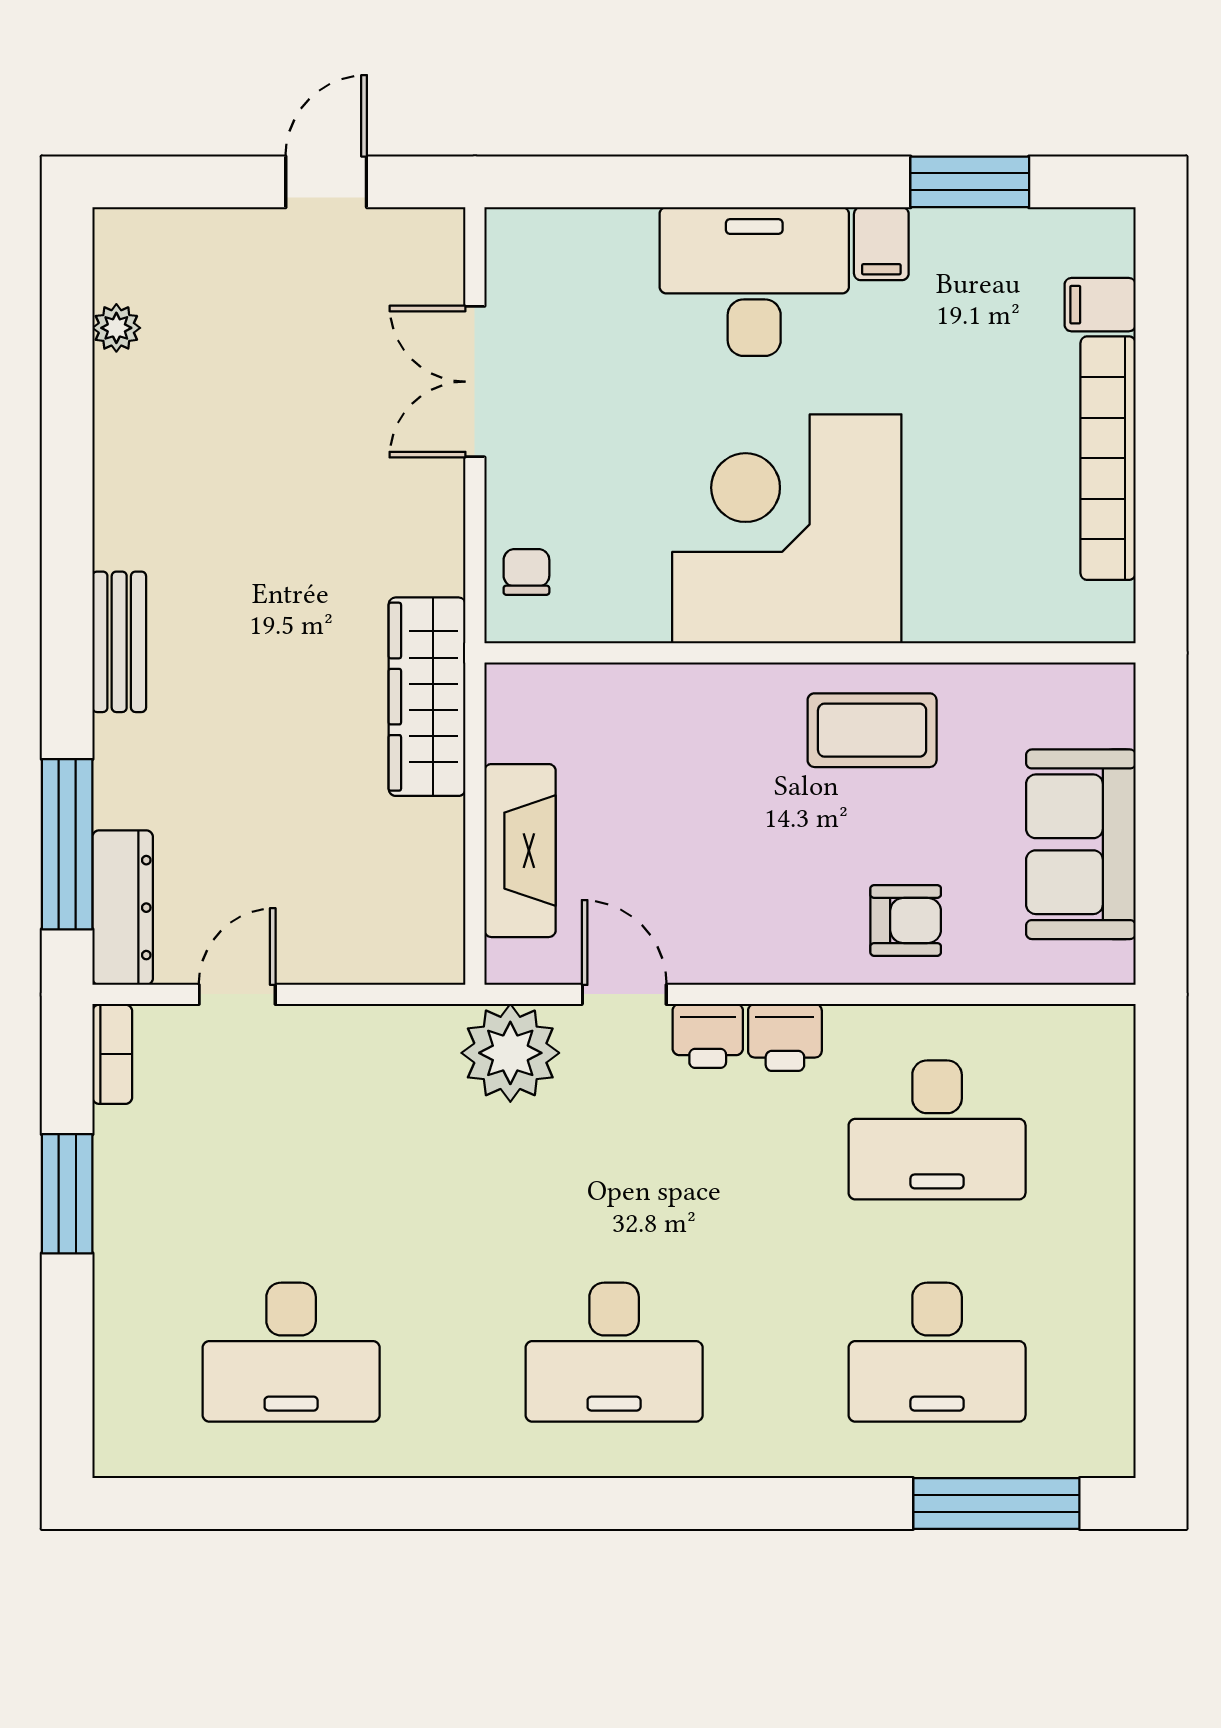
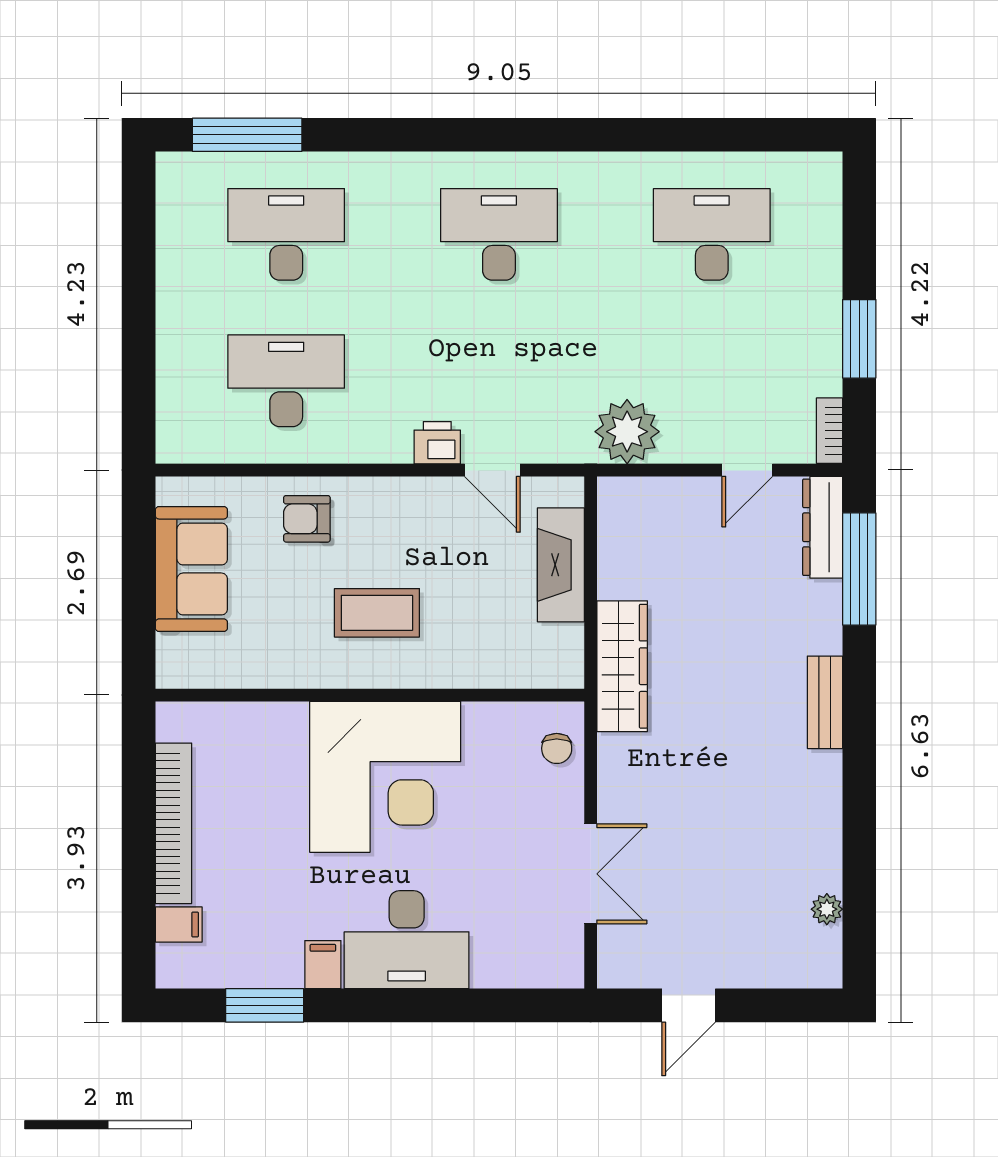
coffee table: (872, 730) -> (377, 613), moved
printer: (785, 1037) -> (386, 442), removed
plant: (510, 1053) -> (627, 432), moved

